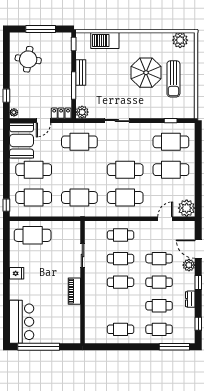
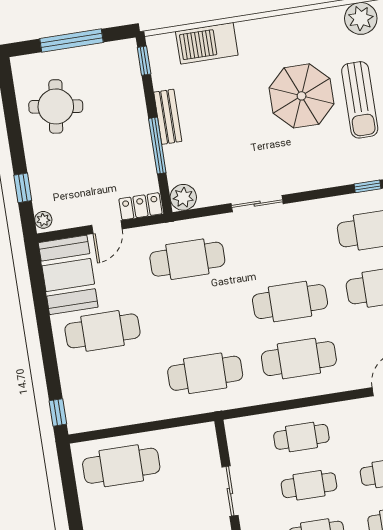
cafe table: (34, 198) -> (111, 388), removed

